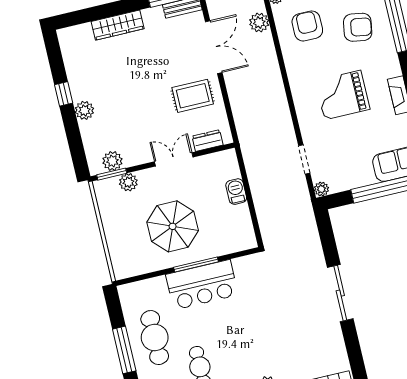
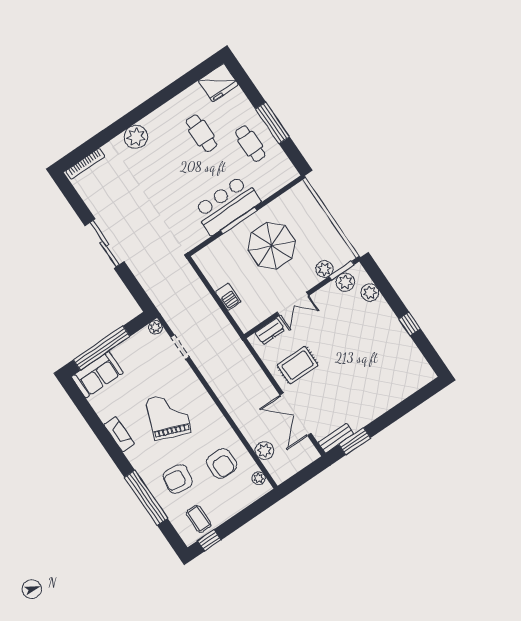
wardrobe: (118, 25) -> (386, 401), removed
grand piano: (343, 95) -> (168, 416), turned -69
plant: (84, 110) -> (370, 293), moved
cafe table: (155, 338) -> (250, 144), width x0.73, depth x0.74

